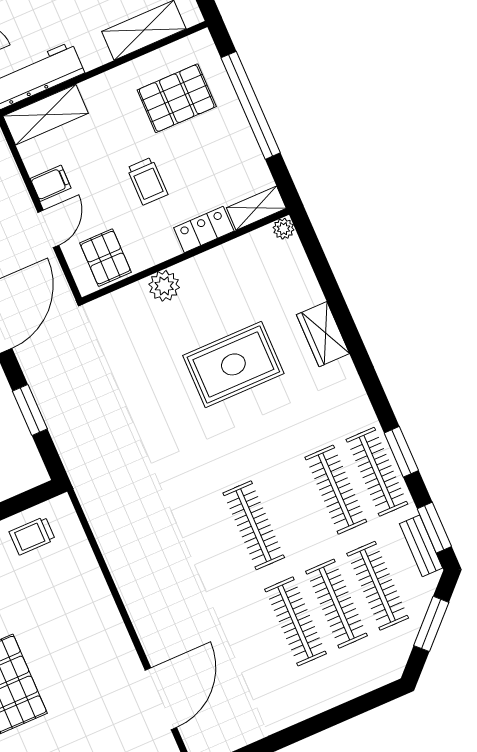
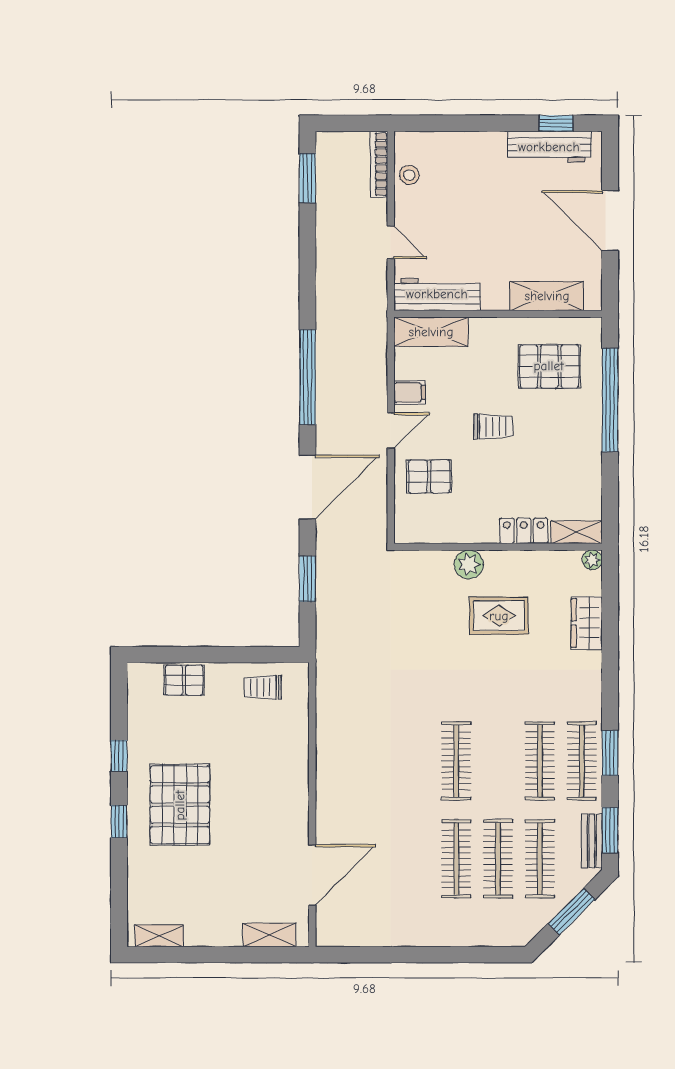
trolley: (147, 181) -> (493, 426), turned -90
shelving: (256, 208) -> (577, 532), moved
locker: (204, 229) -> (524, 531), moved
plant: (284, 229) -> (592, 560), moved
wall: (185, 256) -> (498, 547), moved
pallet: (106, 258) -> (429, 476), turned 90
plant: (164, 286) -> (469, 564), moved
rug: (233, 364) -> (499, 616), width x0.73, depth x0.70

